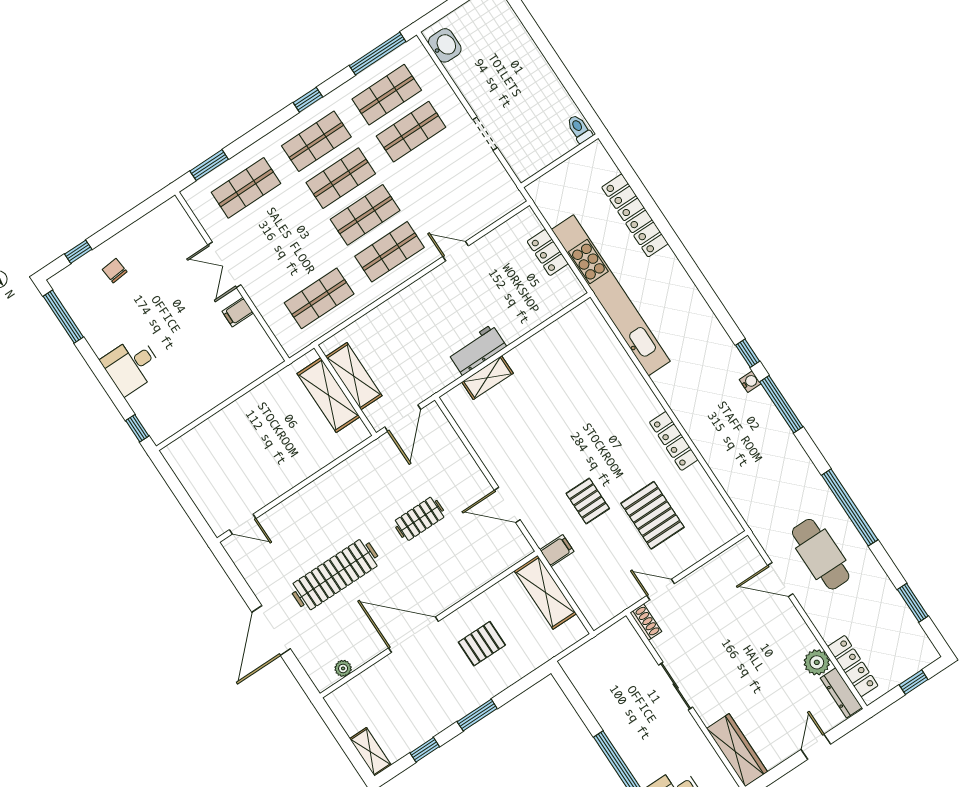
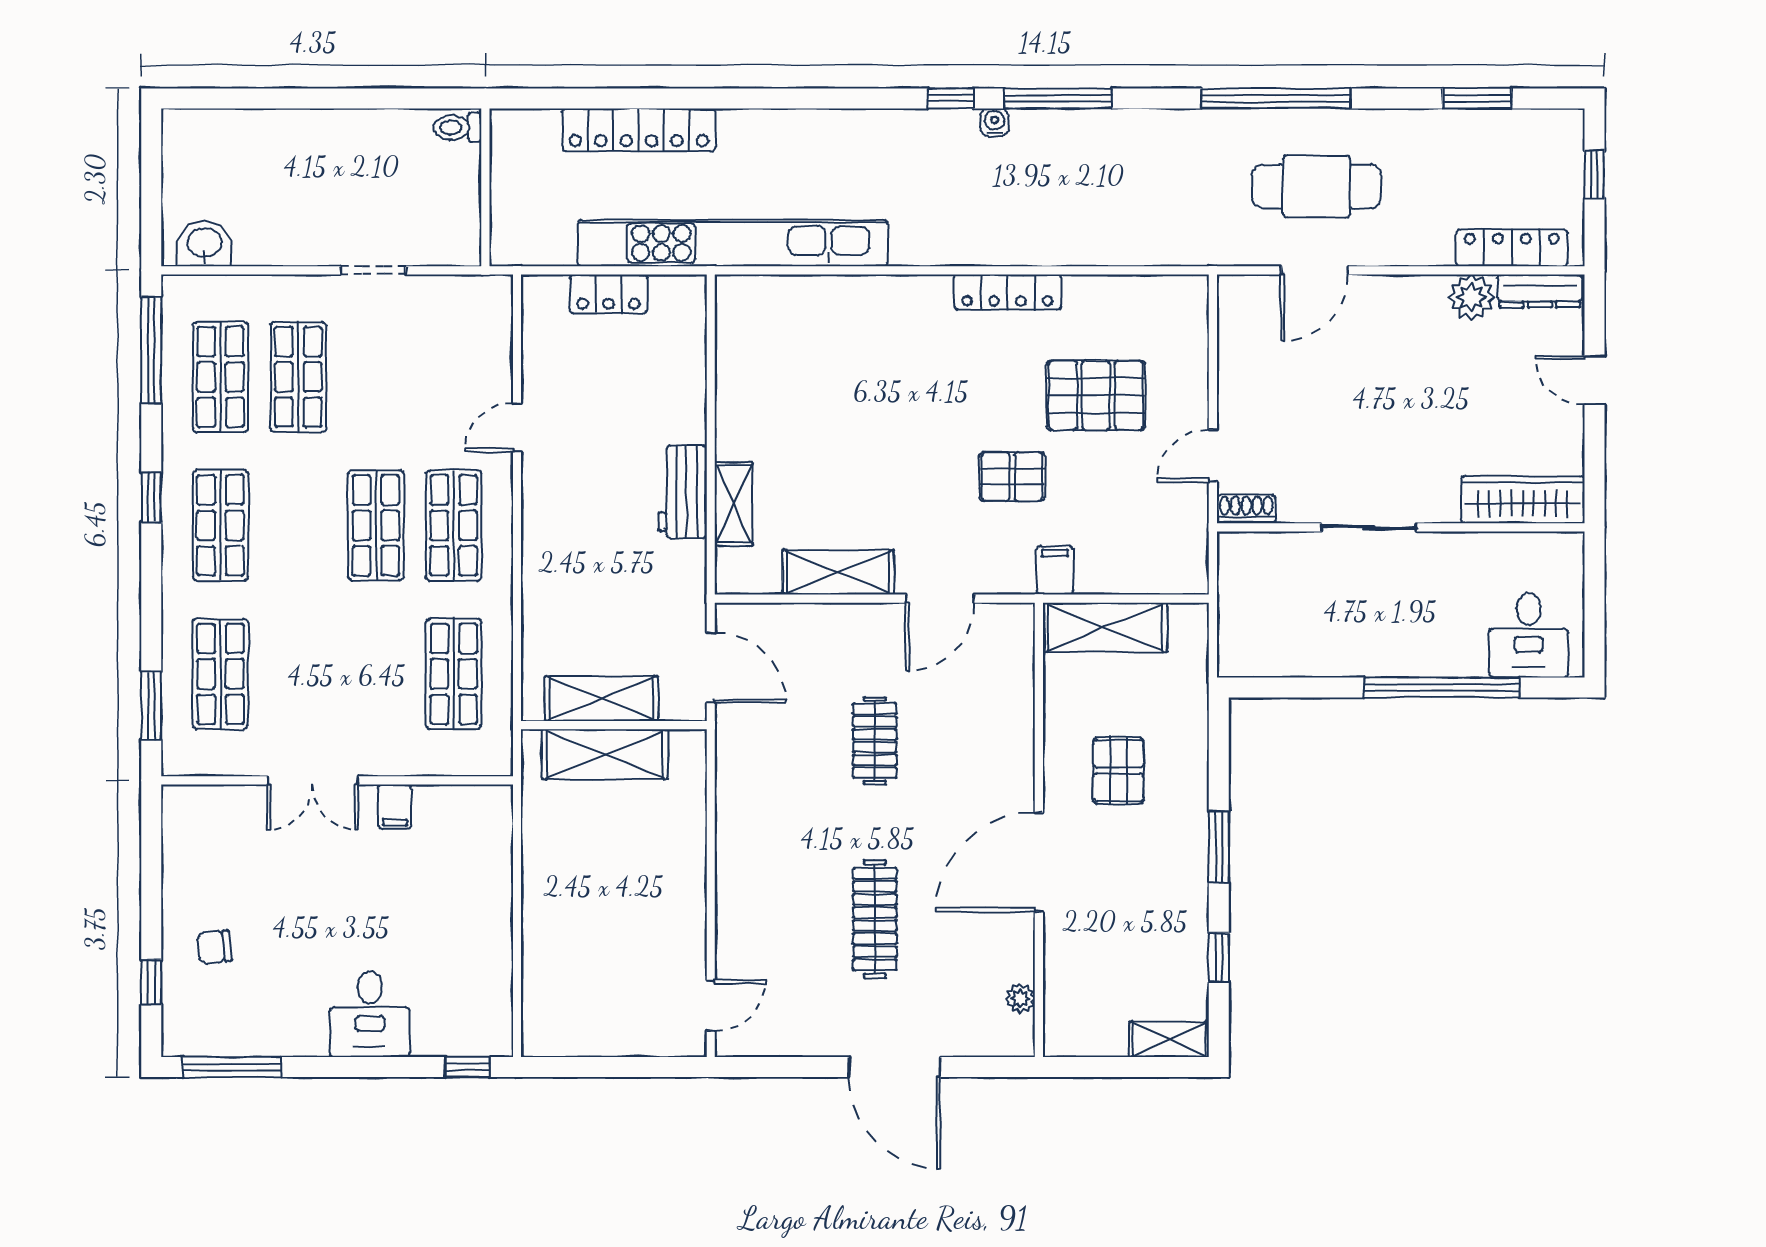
shop shelf: (341, 178) -> (298, 525), removed
shelving: (488, 449) -> (838, 572), added
clothes rail: (335, 575) -> (875, 919), width x0.73, depth x0.76

